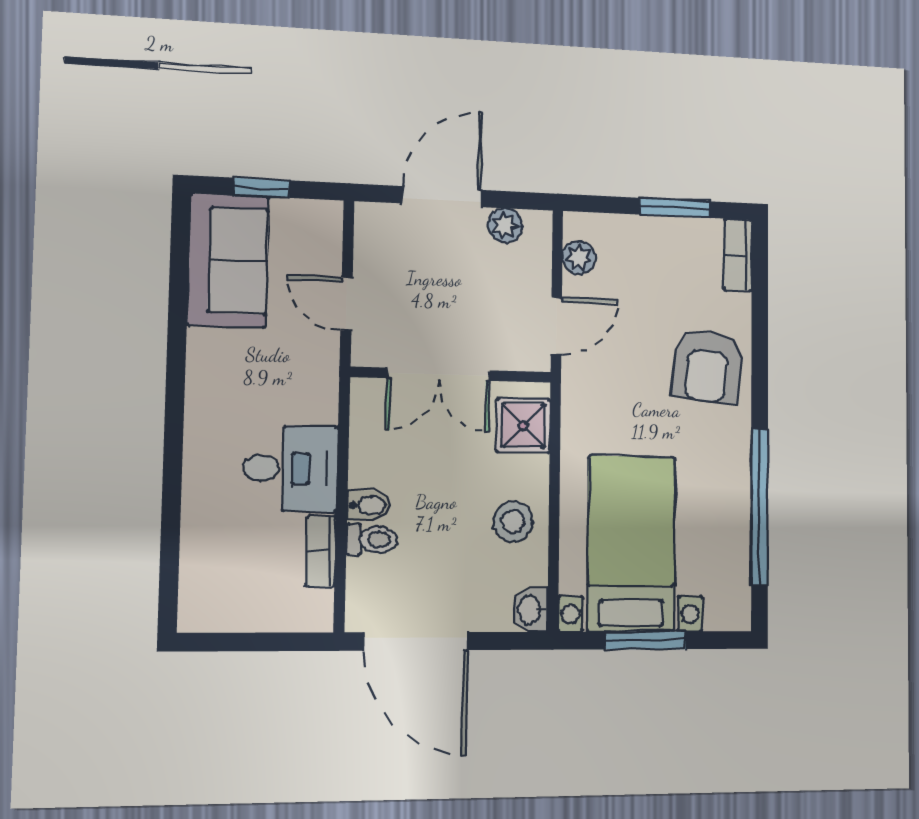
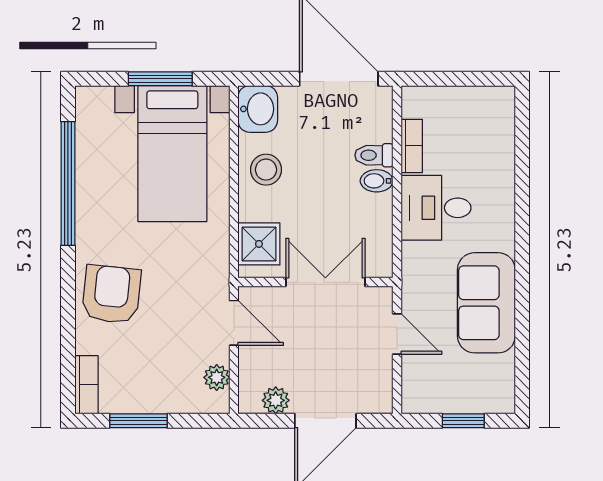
sofa: (228, 261) -> (486, 303), moved
door: (556, 326) -> (234, 323), swing flipped
washbasin: (530, 610) -> (258, 109), width x1.38, depth x1.45

